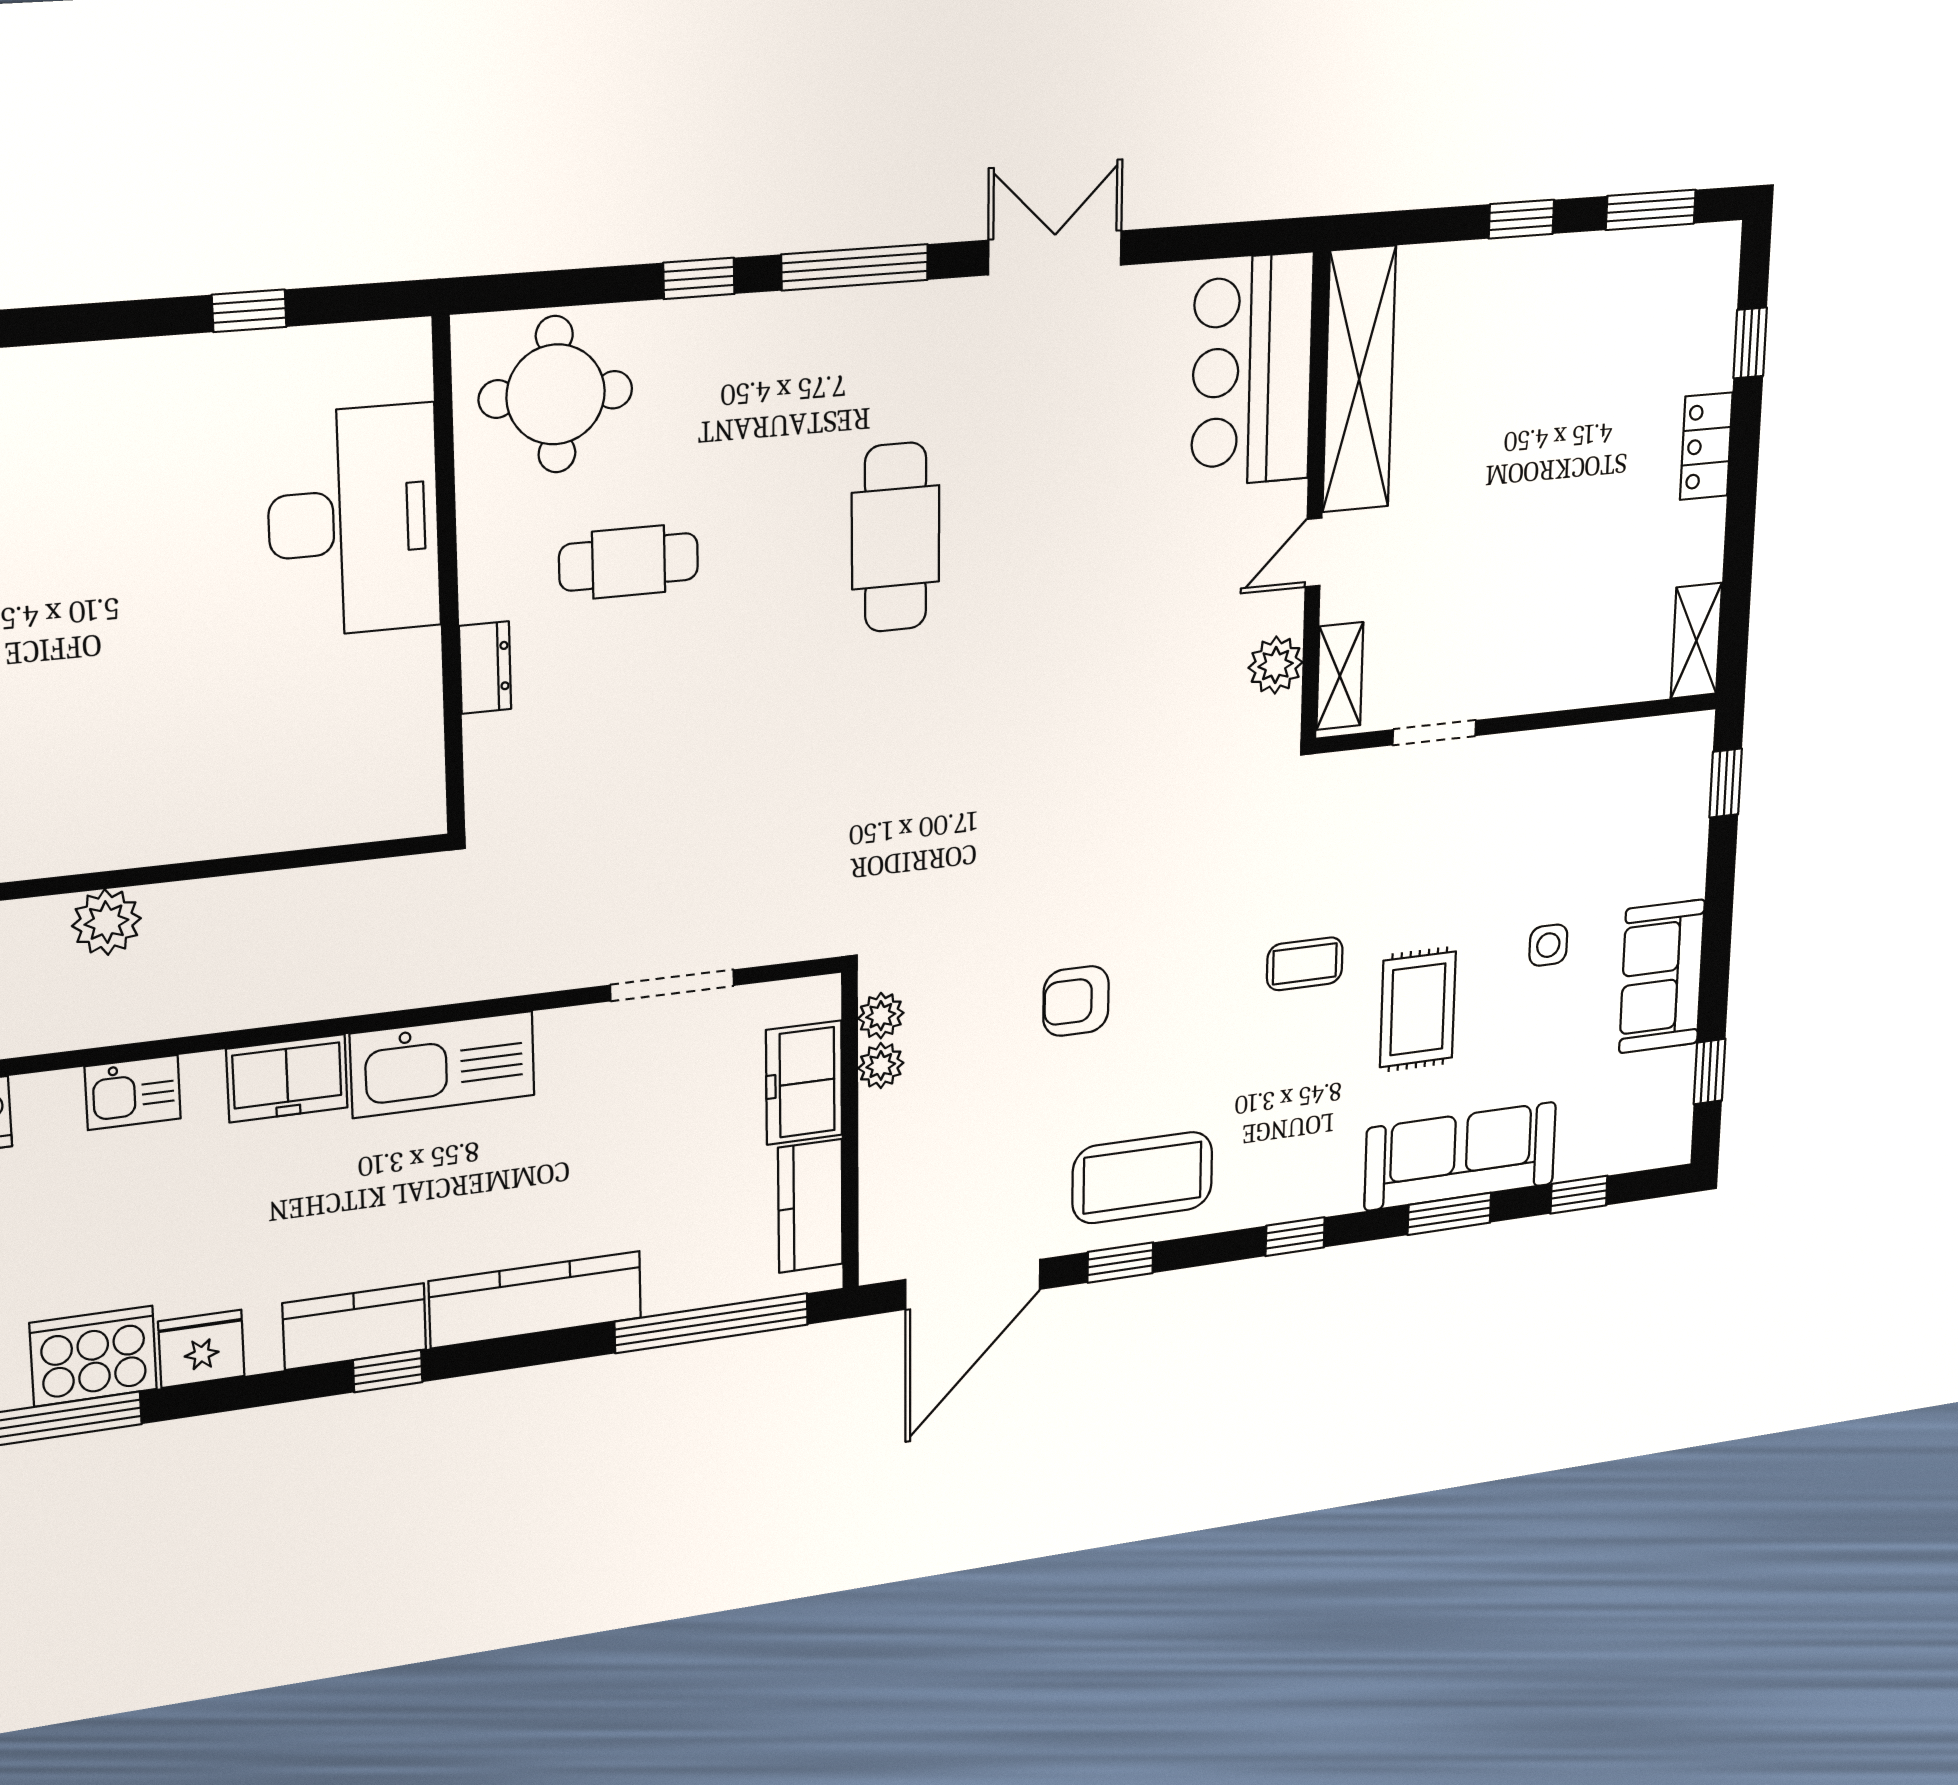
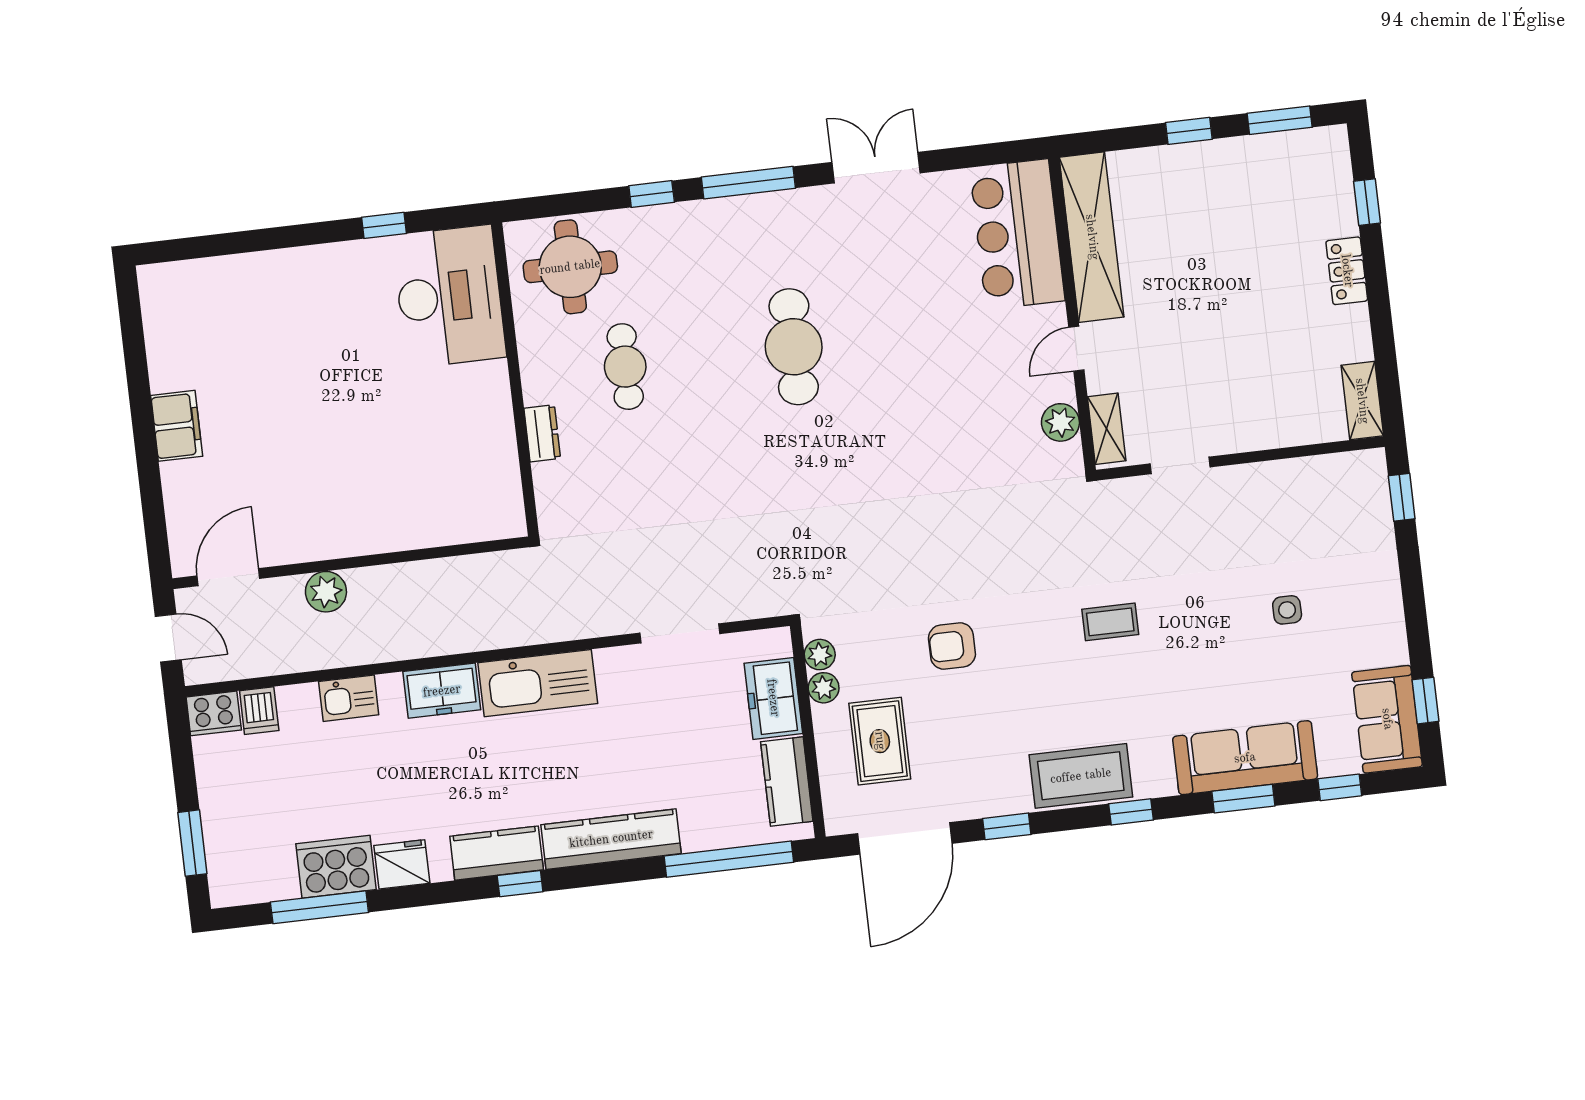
desk: (354, 521) -> (449, 296), moved
cafe table: (629, 562) -> (625, 367), turned 90
sofa: (1662, 976) -> (1387, 719), moved
rug: (1418, 1009) -> (880, 741), moved
coffee table: (1142, 1178) -> (1081, 776), moved

